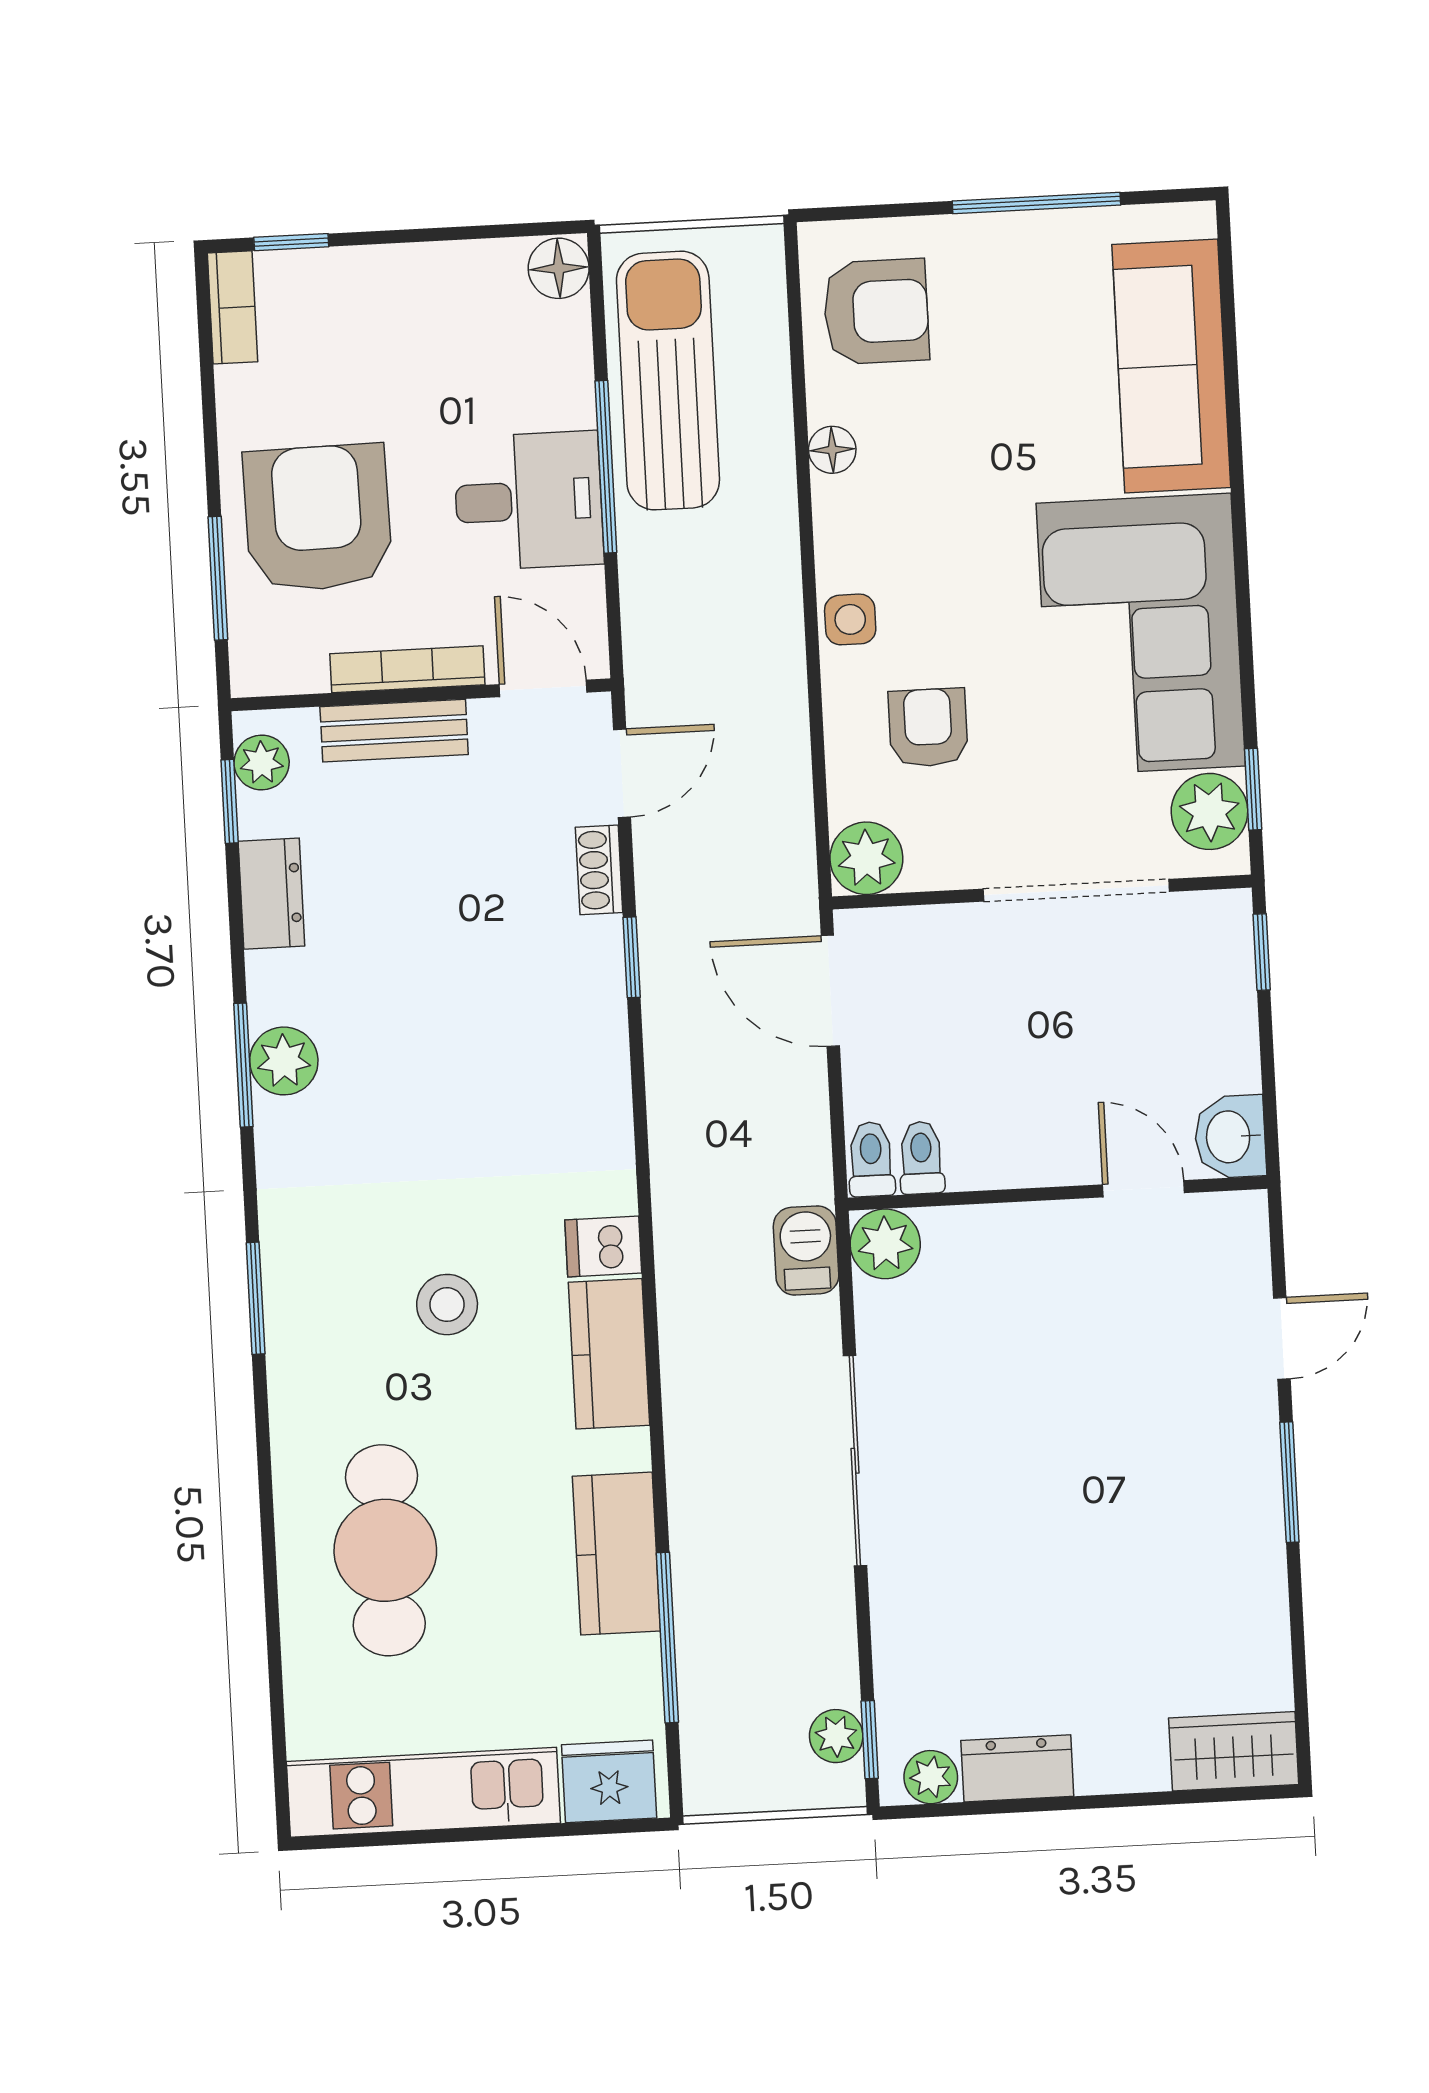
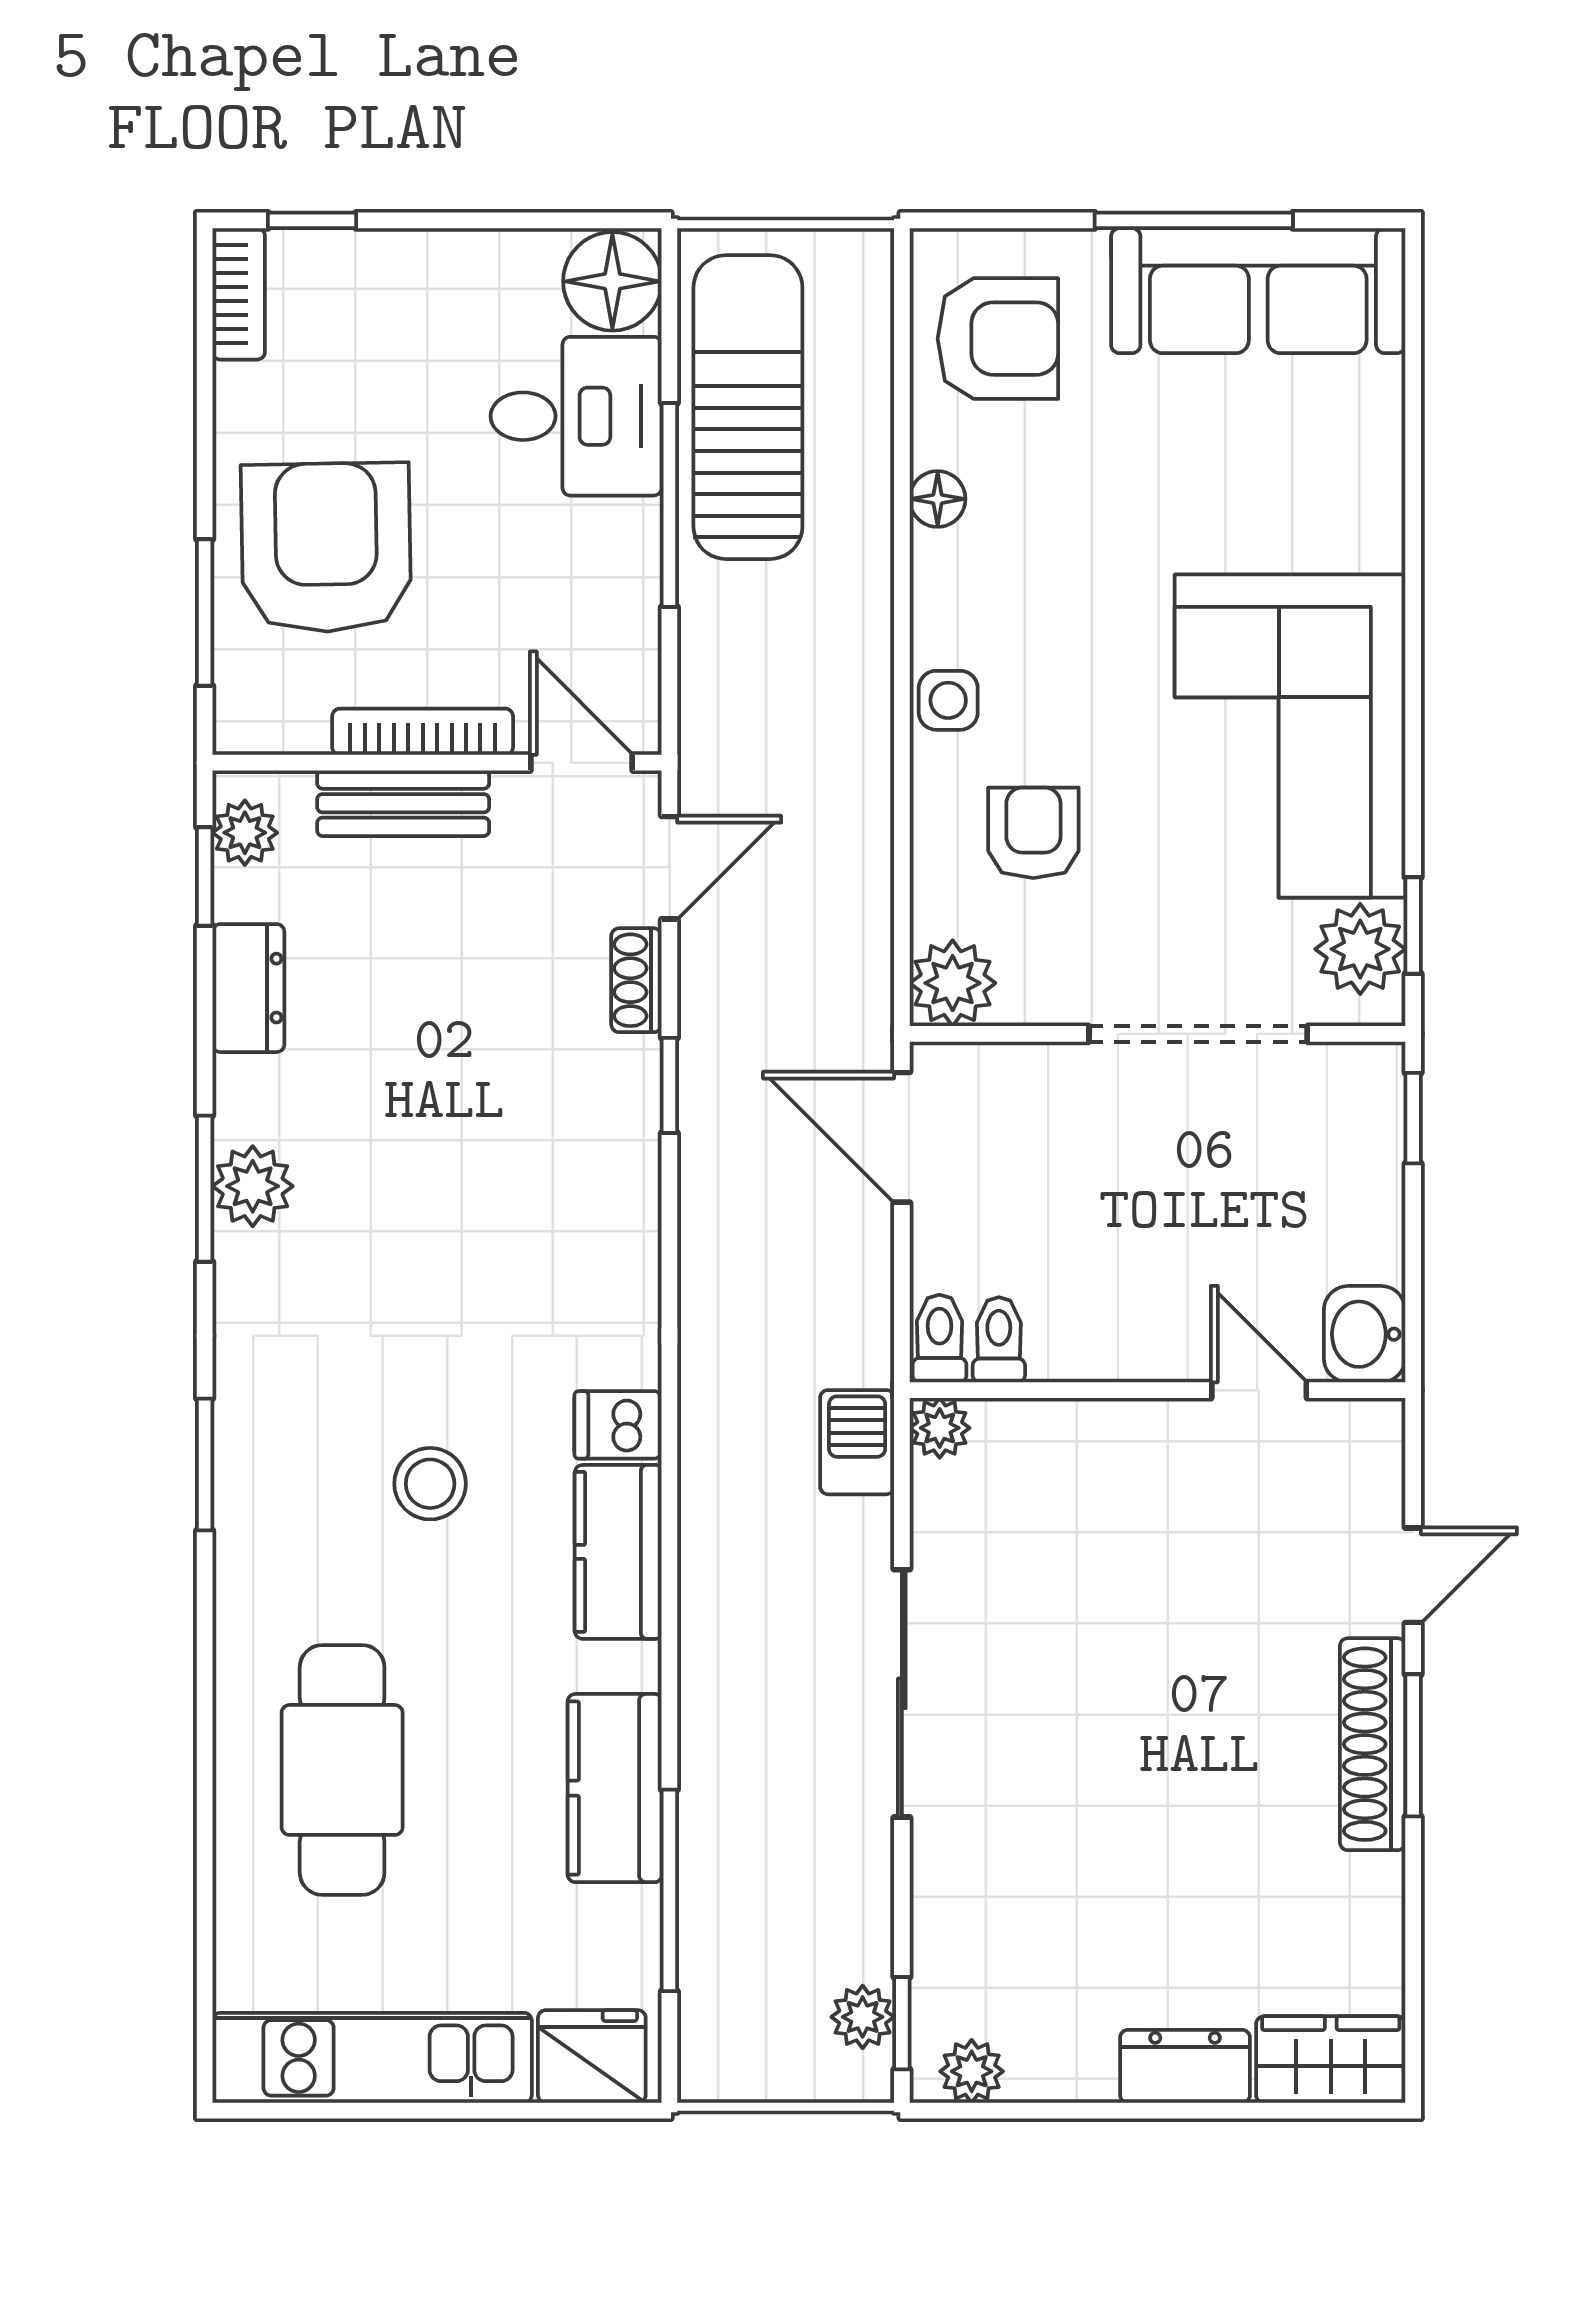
floor lamp: (559, 268) -> (612, 281), width x1.38, depth x1.38
sofa: (1171, 366) -> (1258, 291), moved, turned -90
desk: (529, 501) -> (576, 416), moved
plant: (885, 1244) -> (940, 1428), width x0.73, depth x0.73
shoe rack: (1255, 1483) -> (1373, 1744), added
dresser: (1017, 1768) -> (1185, 2066), moved

